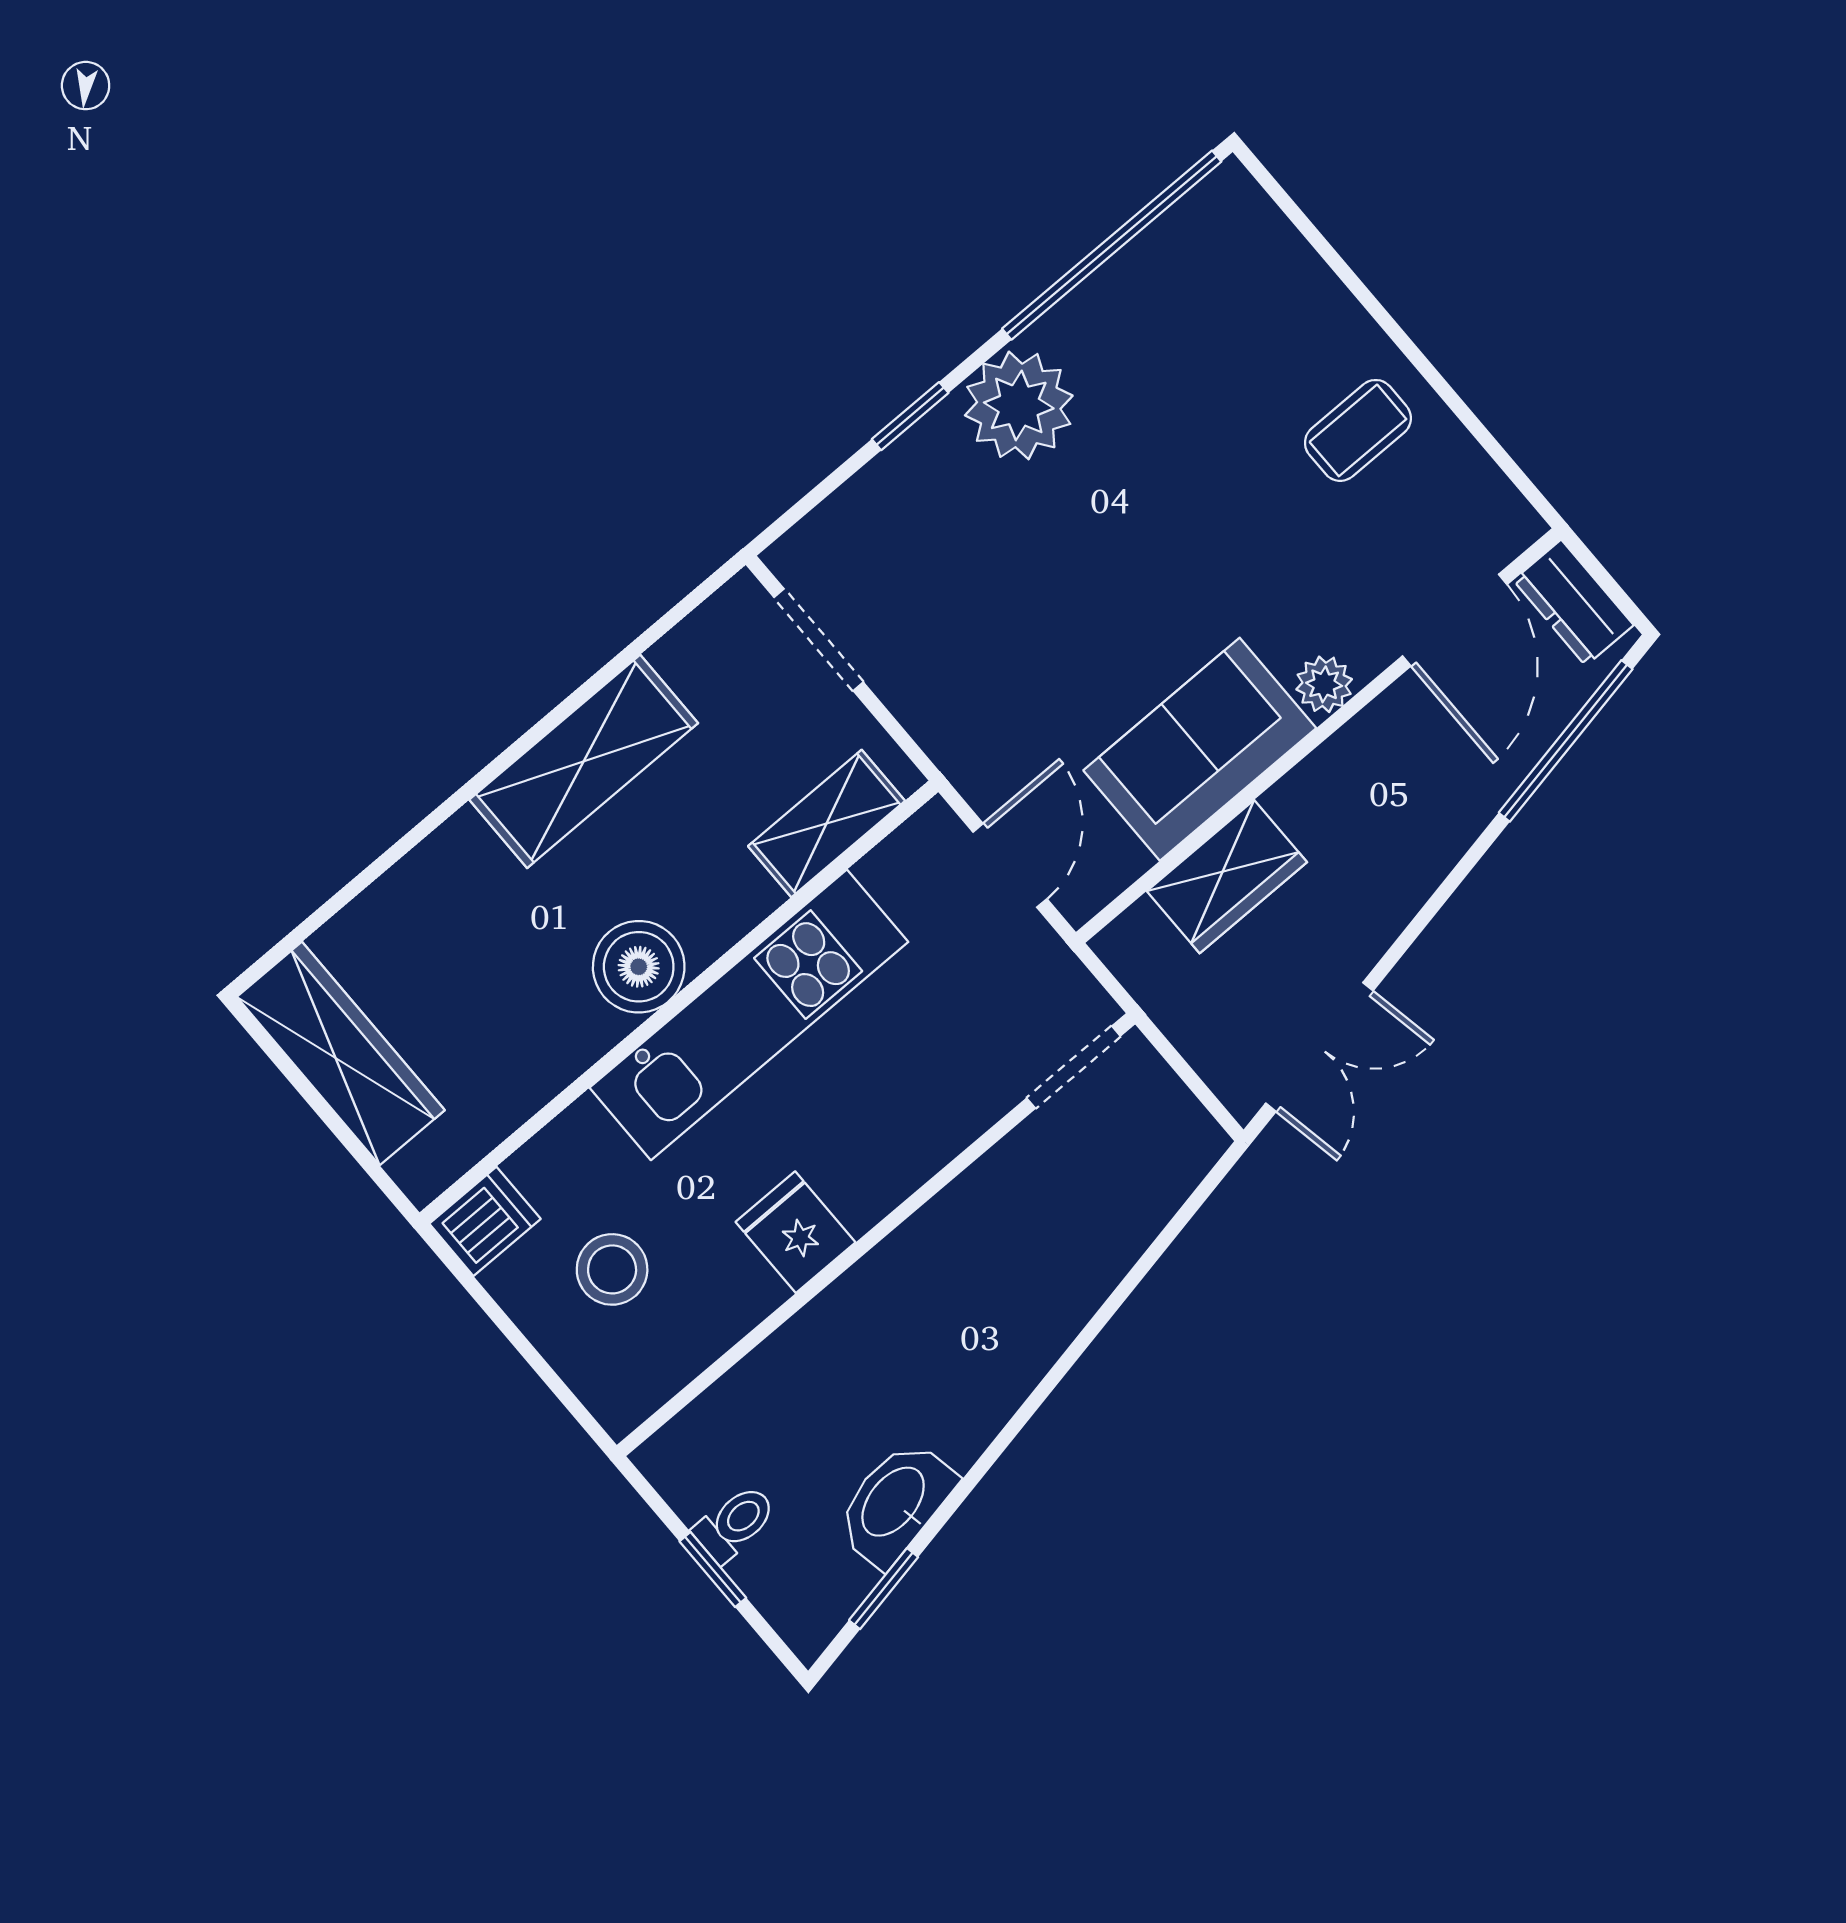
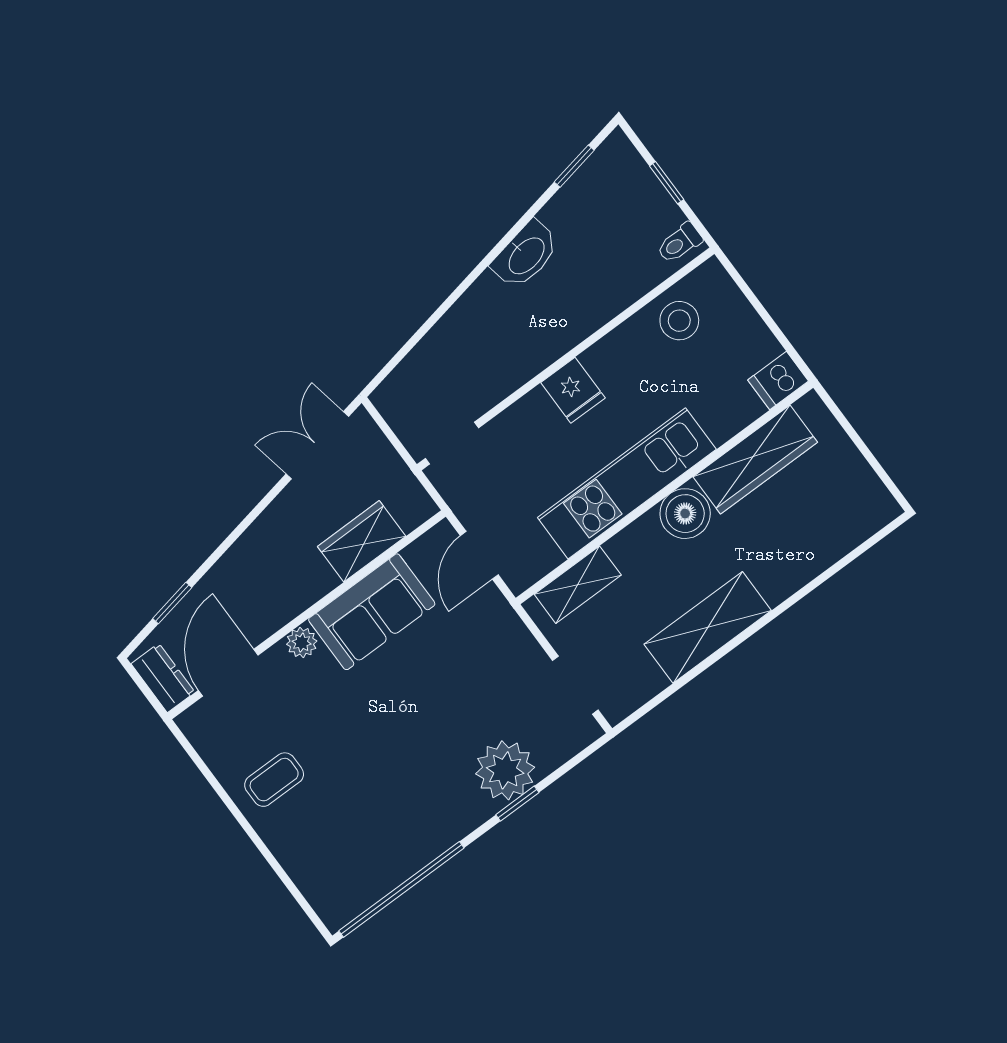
plant: (1019, 405) -> (505, 770), moved
window: (1566, 741) -> (172, 603), width x0.46
wardrobe: (341, 1053) -> (755, 460), moved, turned -90
fridge: (796, 1232) -> (573, 390), moved
stool: (612, 1269) -> (679, 321), moved
washbasin: (895, 1503) -> (526, 255), moved
toilet: (735, 1523) -> (679, 243), moved

